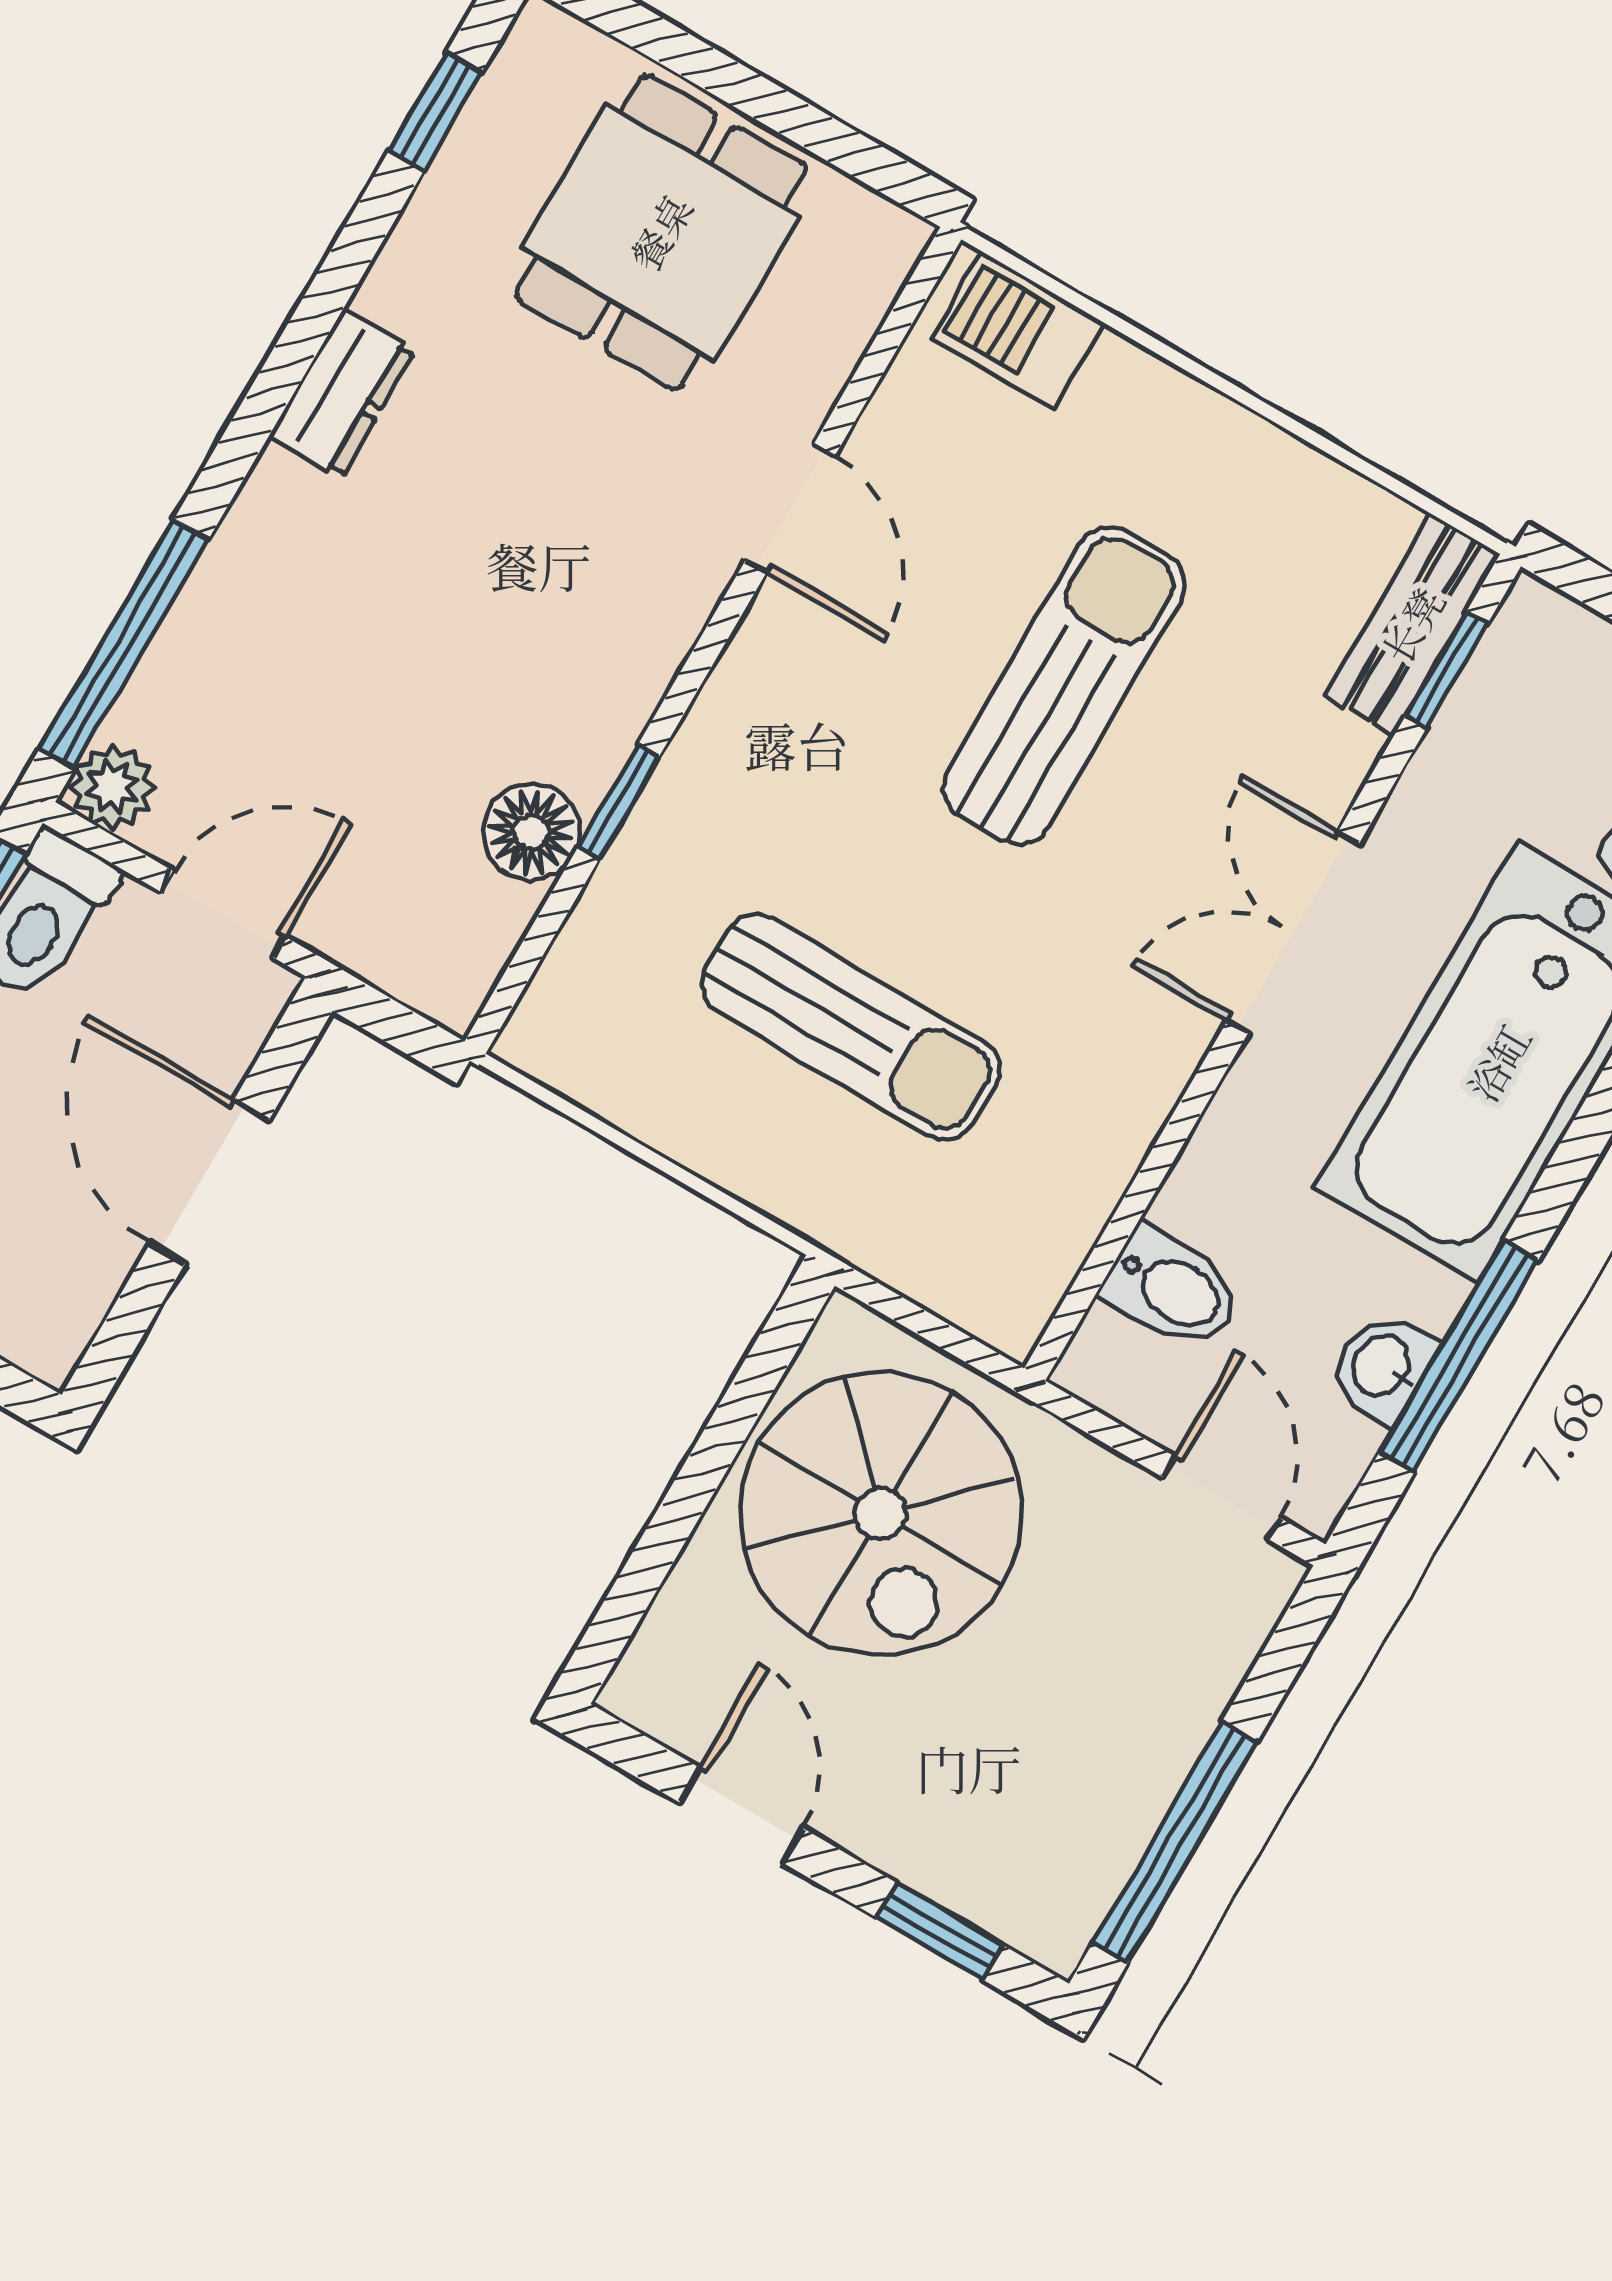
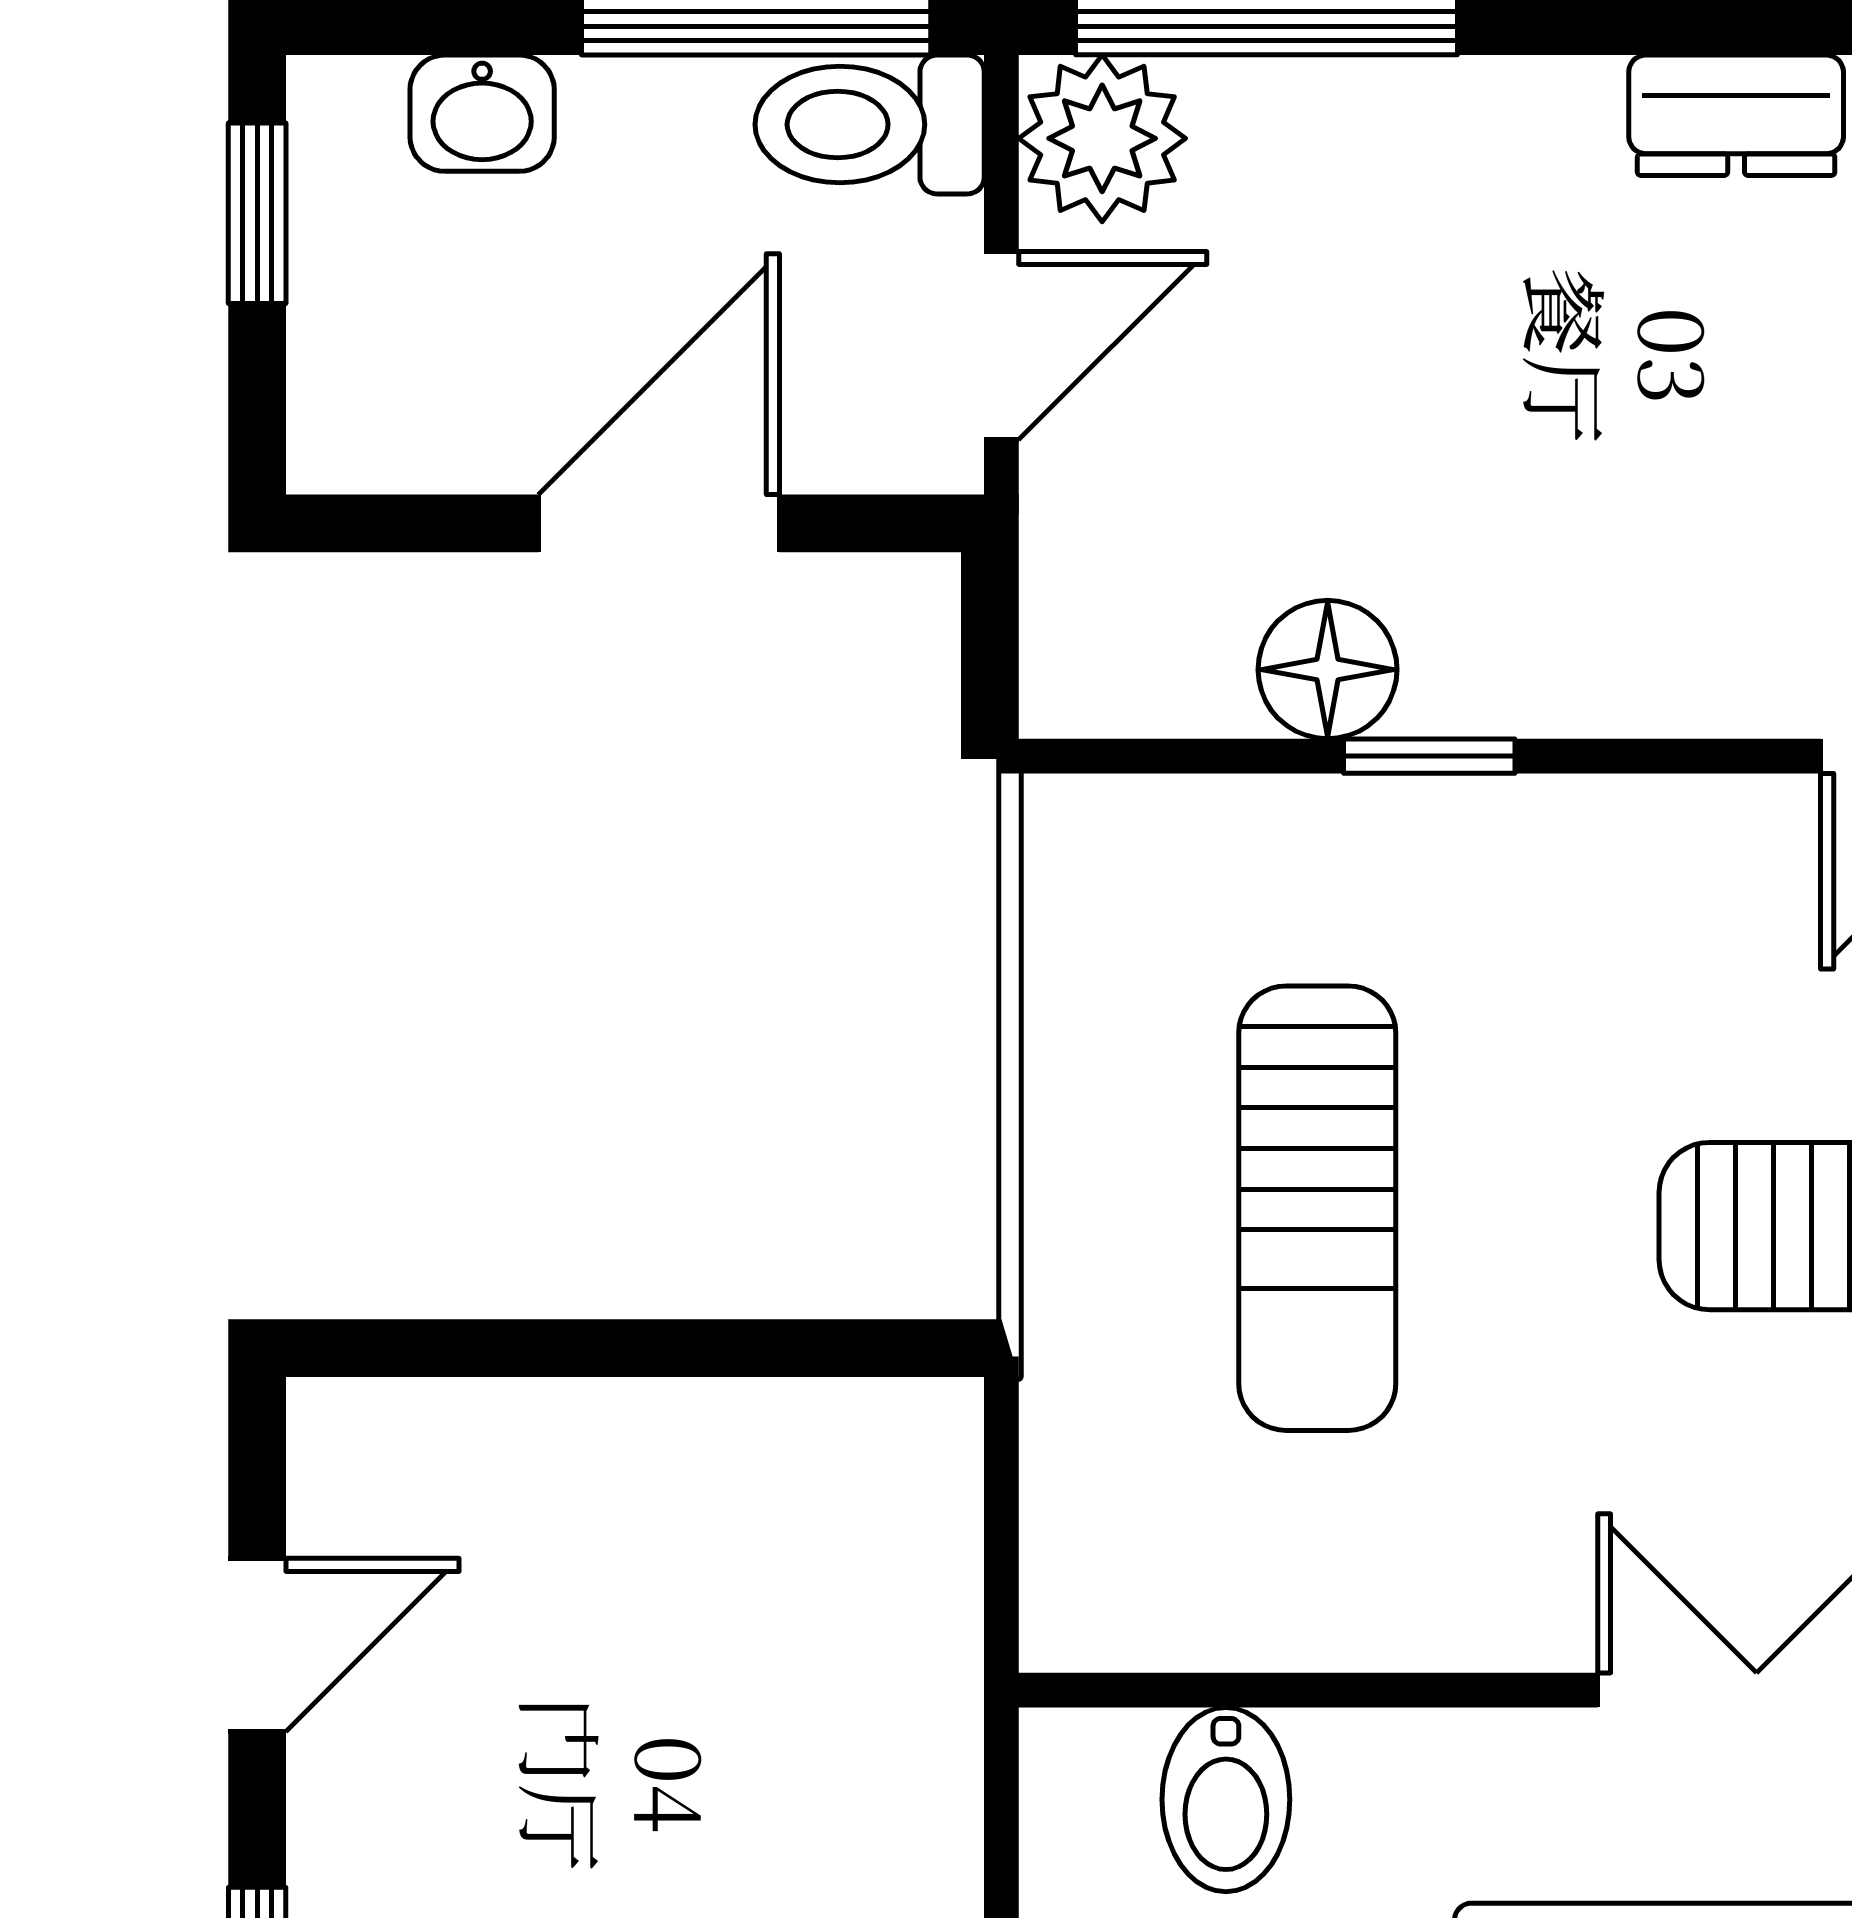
plant: (112, 787) -> (1102, 138), width x1.38, depth x1.38
door: (223, 914) -> (1001, 346), hinge flipped
spiral stairs: (881, 1514) -> (734, 1600), removed

